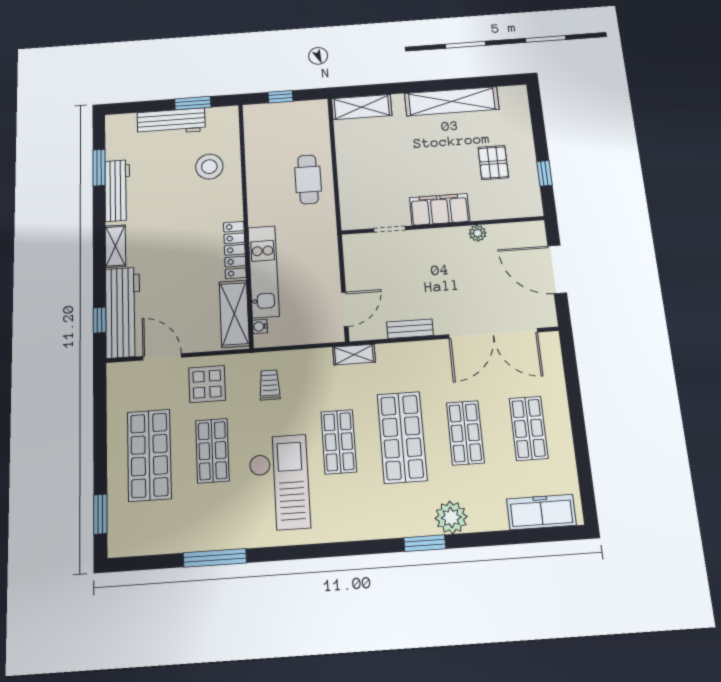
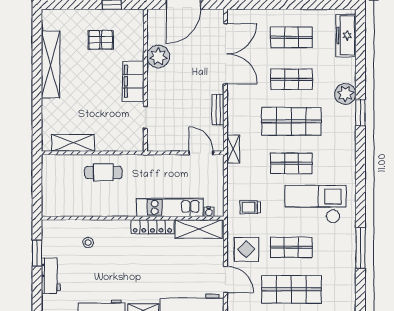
window: (280, 97) -> (37, 189), removed
shelving: (362, 107) -> (73, 143), moved, turned 90
workbench: (171, 122) -> (51, 276), width x0.73
stool: (209, 167) -> (88, 243), width x0.53, depth x0.53
plant: (478, 233) -> (158, 57), width x1.87, depth x1.87
door: (162, 357) -> (225, 279), swing flipped

